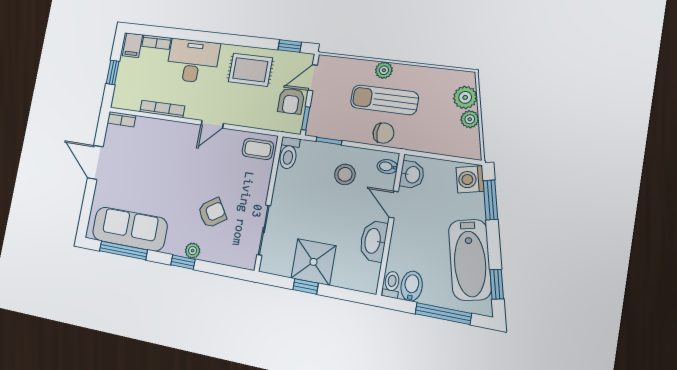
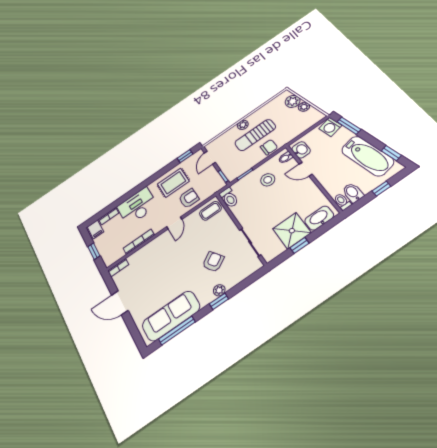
armchair: (291, 101) -> (189, 198), moved, turned -90
washbasin: (373, 241) -> (319, 218), moved, turned 90
window: (443, 314) -> (381, 189), width x0.46

